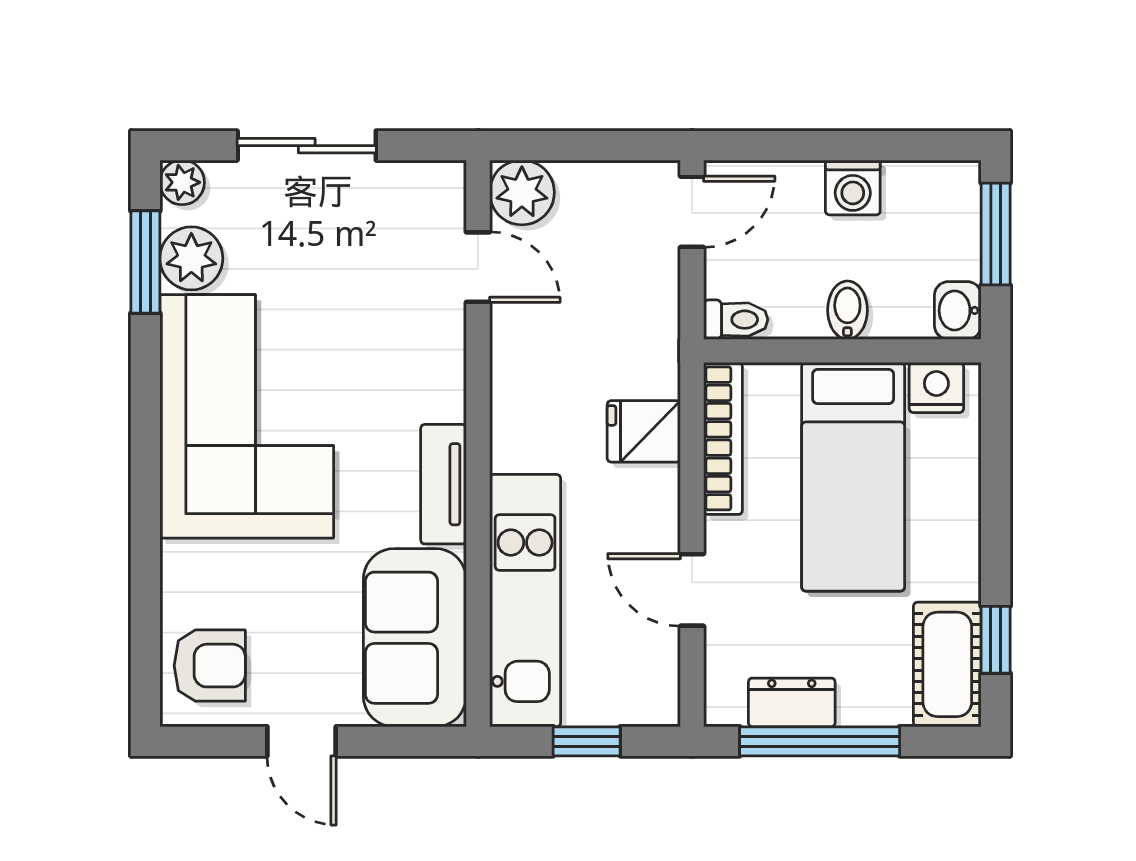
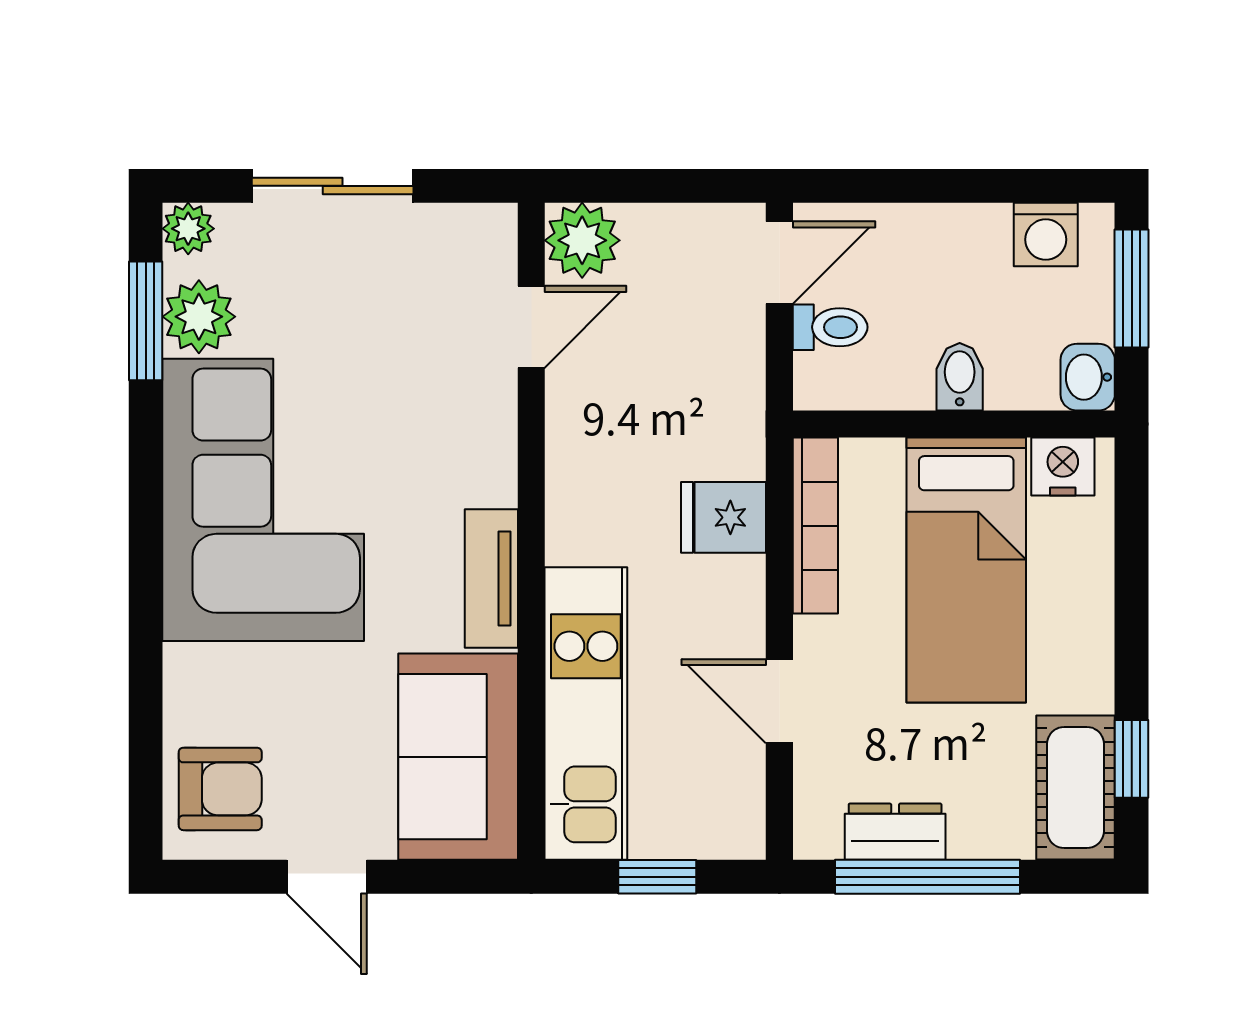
washing machine: (853, 187) -> (1046, 234), moved
door: (478, 267) -> (531, 327), hinge flipped
toilet: (736, 320) -> (830, 327), moved

